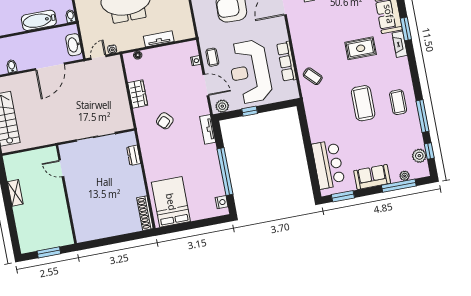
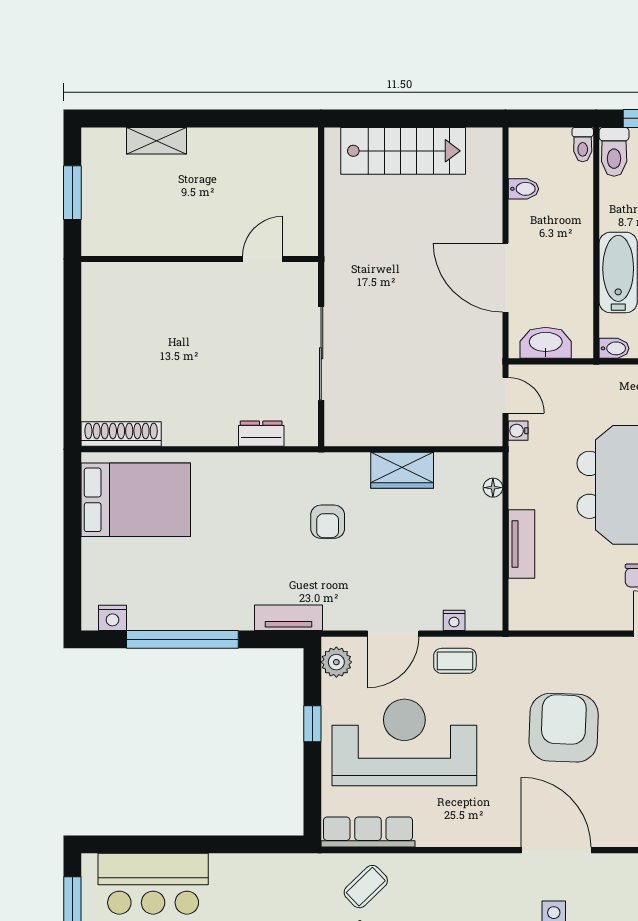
row of seats: (287, 62) -> (368, 832), moved
armchair: (165, 121) -> (328, 522), turned -136
shelving: (15, 193) -> (157, 141), moved

